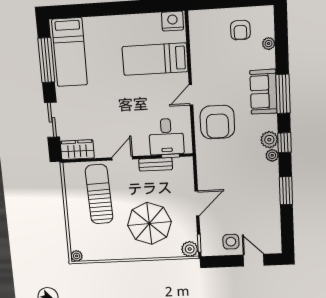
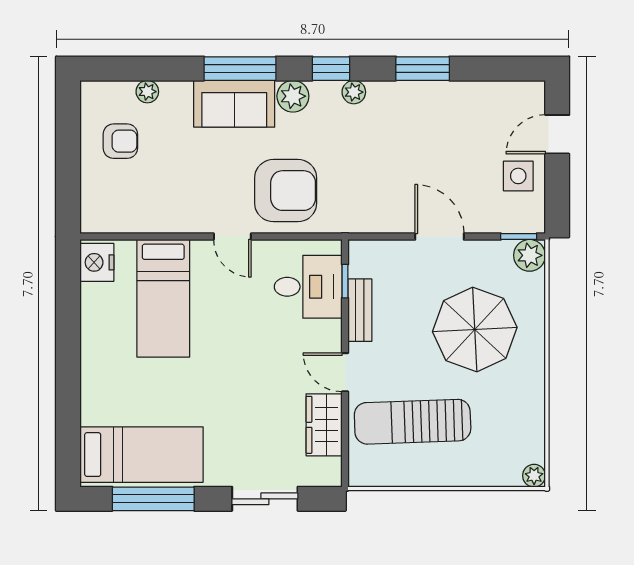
plant: (269, 140) -> (293, 96), moved
wardrobe: (77, 150) -> (324, 425), moved

